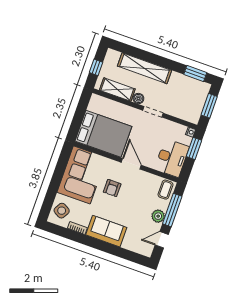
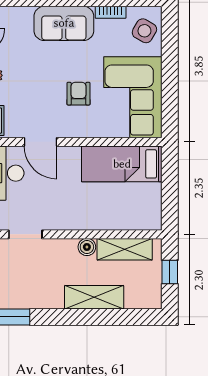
shelving: (144, 68) -> (94, 297), width x0.68
doorway: (153, 112) -> (25, 234), moved
bed: (103, 134) -> (122, 164), width x0.67
door: (131, 164) -> (40, 142), moved

